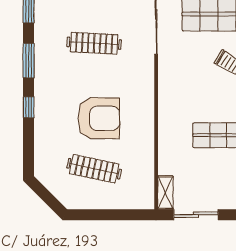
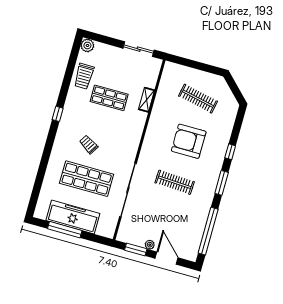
armchair: (99, 118) -> (189, 141), moved
shelving: (165, 193) -> (146, 100), moved

